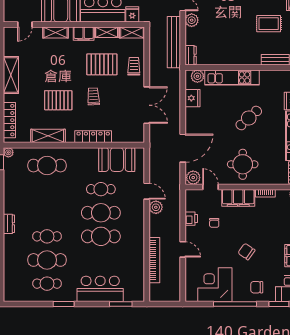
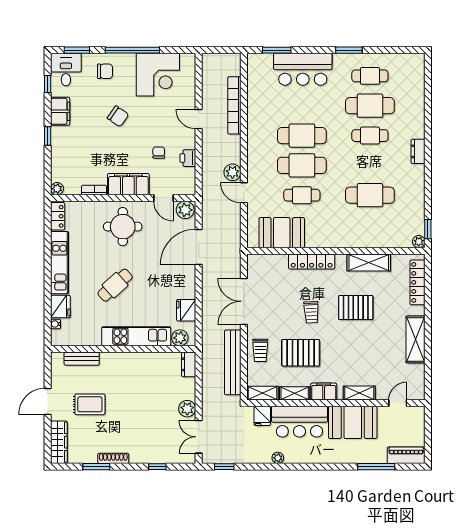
bench: (174, 42) -> (233, 362), moved
cafe table: (47, 166) -> (370, 195), moved

